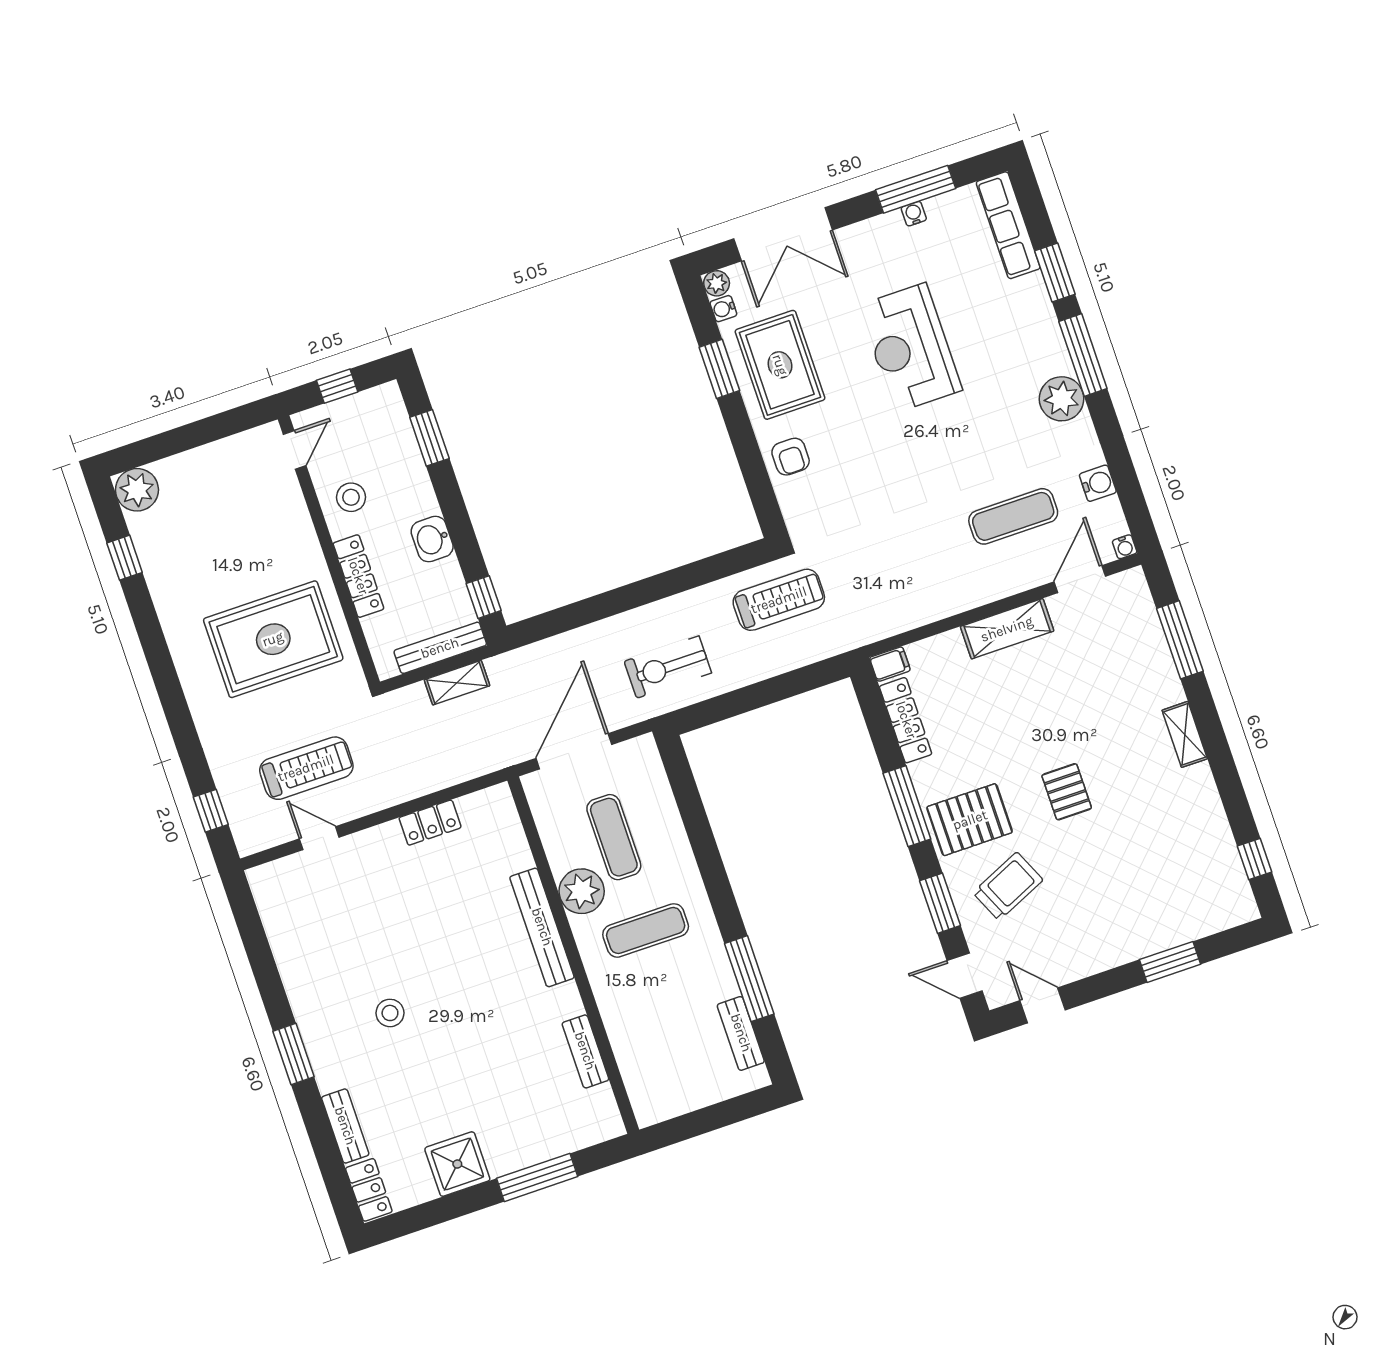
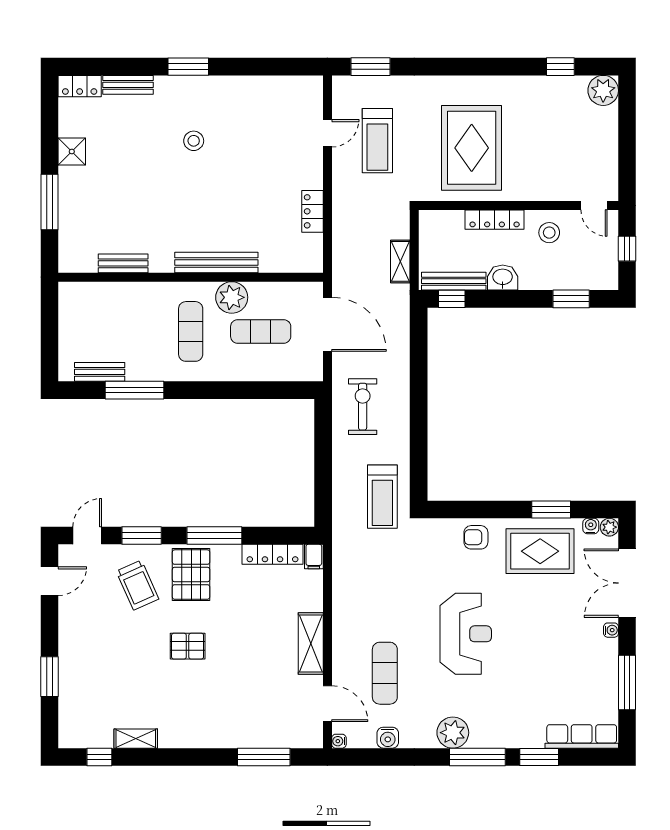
water cooler: (914, 214) -> (611, 630), moved
reception desk: (910, 348) -> (466, 634), moved, turned 90
bench: (440, 648) -> (454, 281), moved, turned 90
shelving: (1185, 734) -> (136, 739), moved
window: (211, 811) -> (371, 67), width x1.50
shower: (457, 1164) -> (72, 152), width x0.73, depth x0.73

